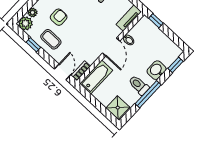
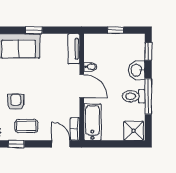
window: (156, 21) -> (116, 30), moved

